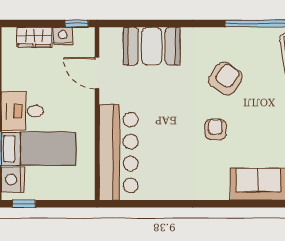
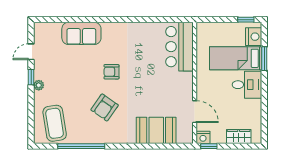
nightstand: (63, 36) -> (203, 137), moved
armchair: (215, 129) -> (111, 72), turned 90
bar counter: (119, 153) -> (180, 47), width x0.73

